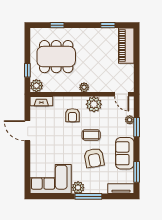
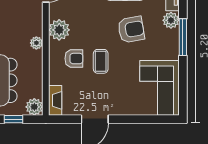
coffee table: (91, 135) -> (101, 61), moved
plant: (78, 188) -> (171, 20), moved

